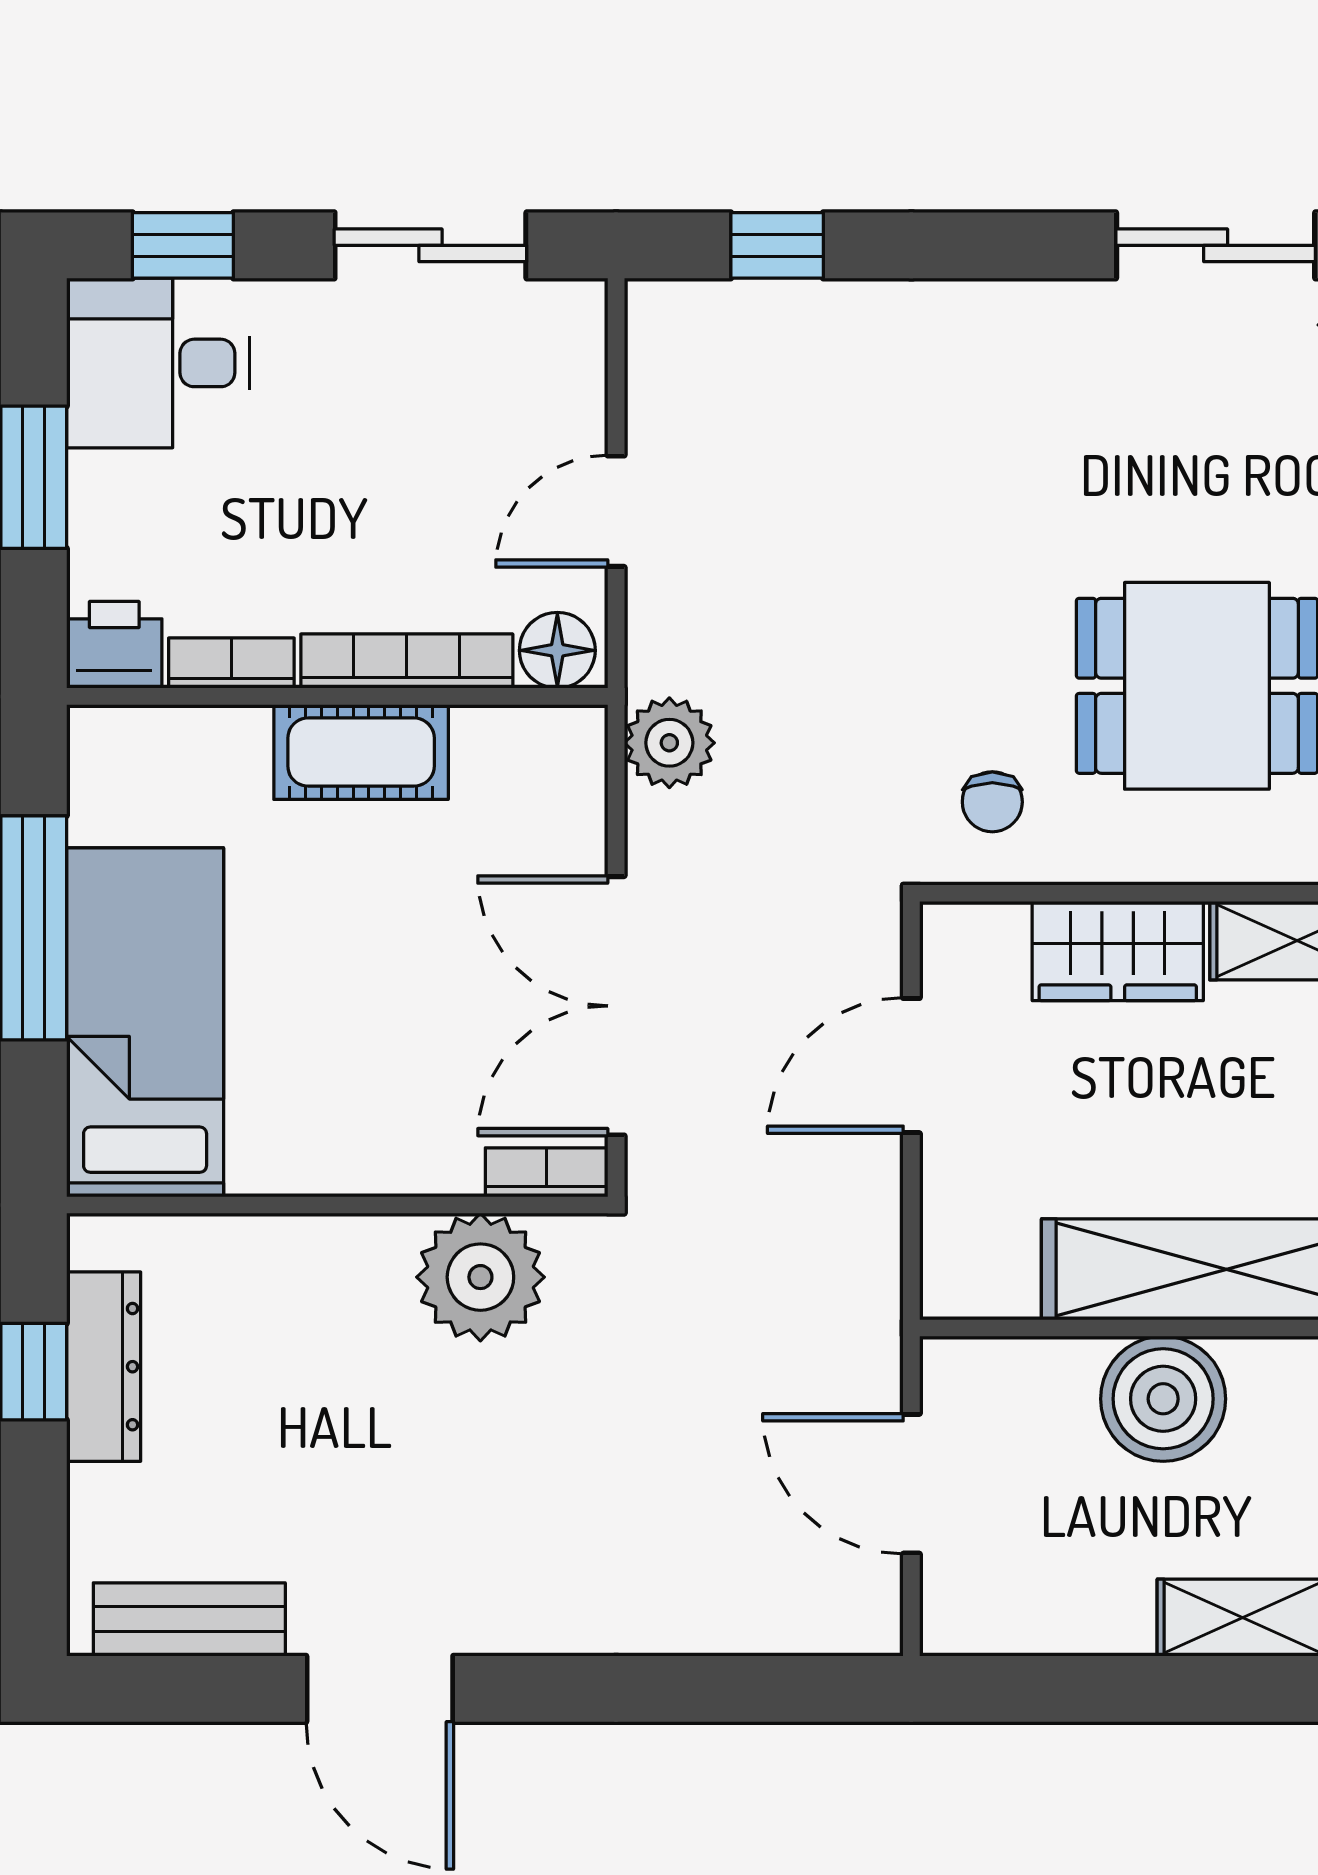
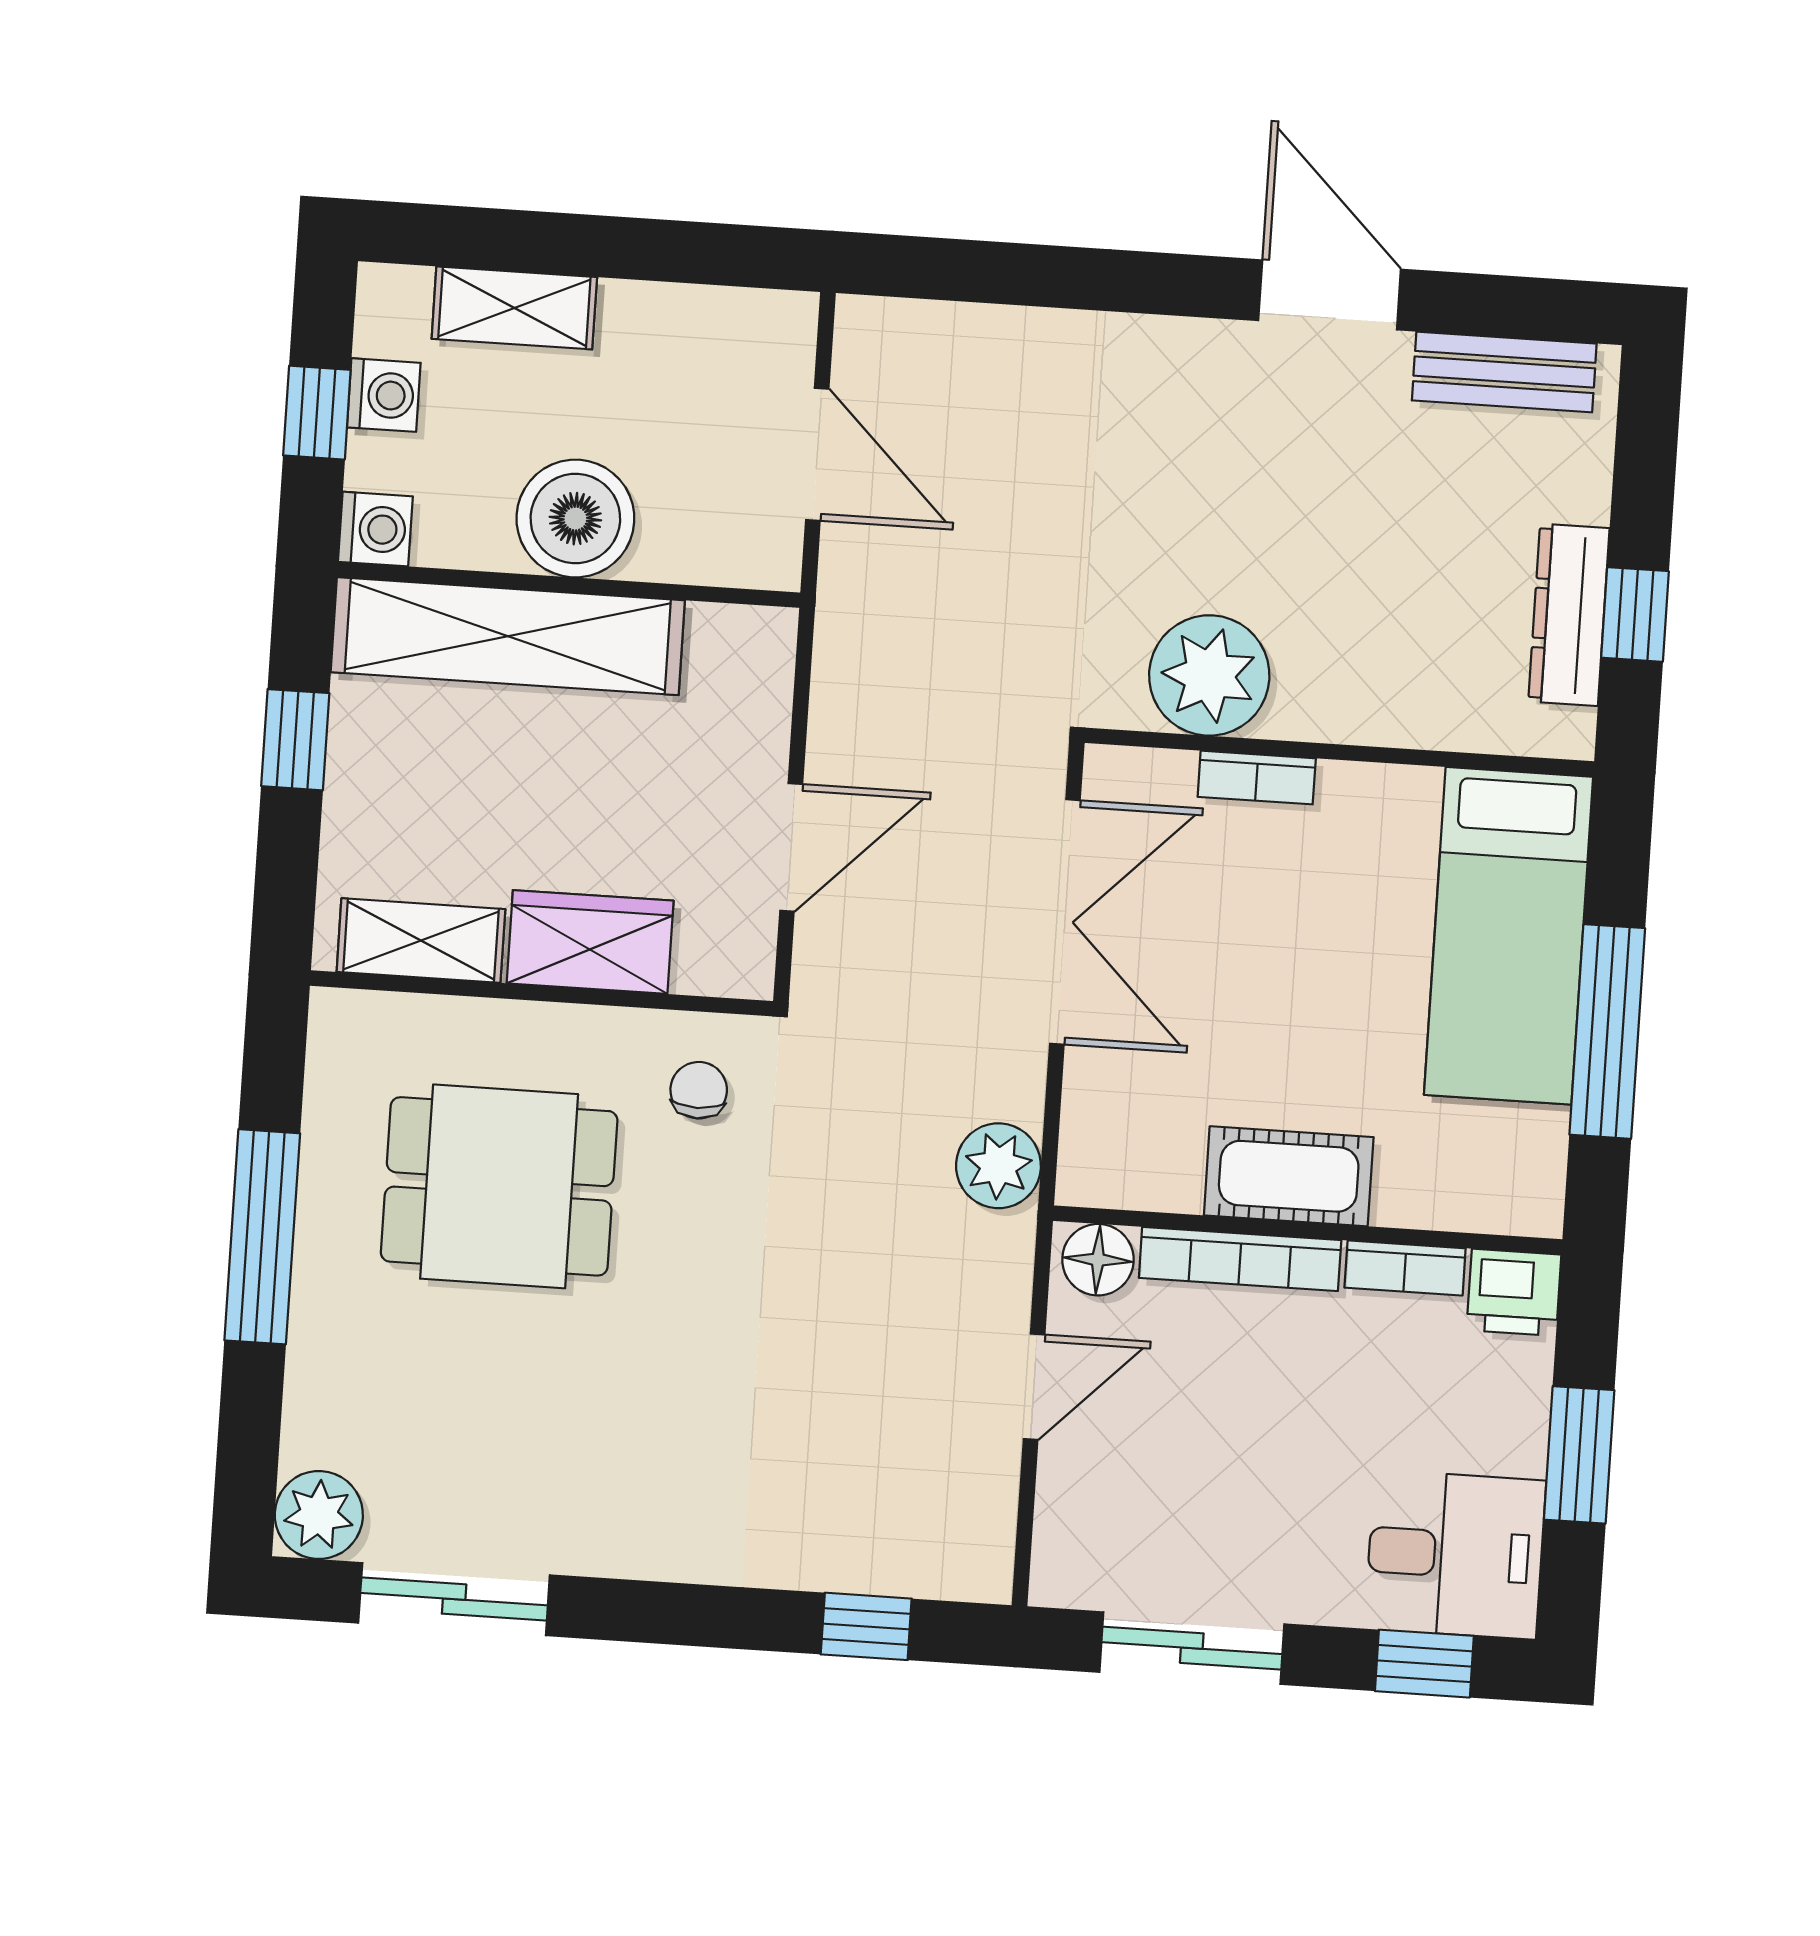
bookcase: (547, 1172) -> (1257, 778), moved

